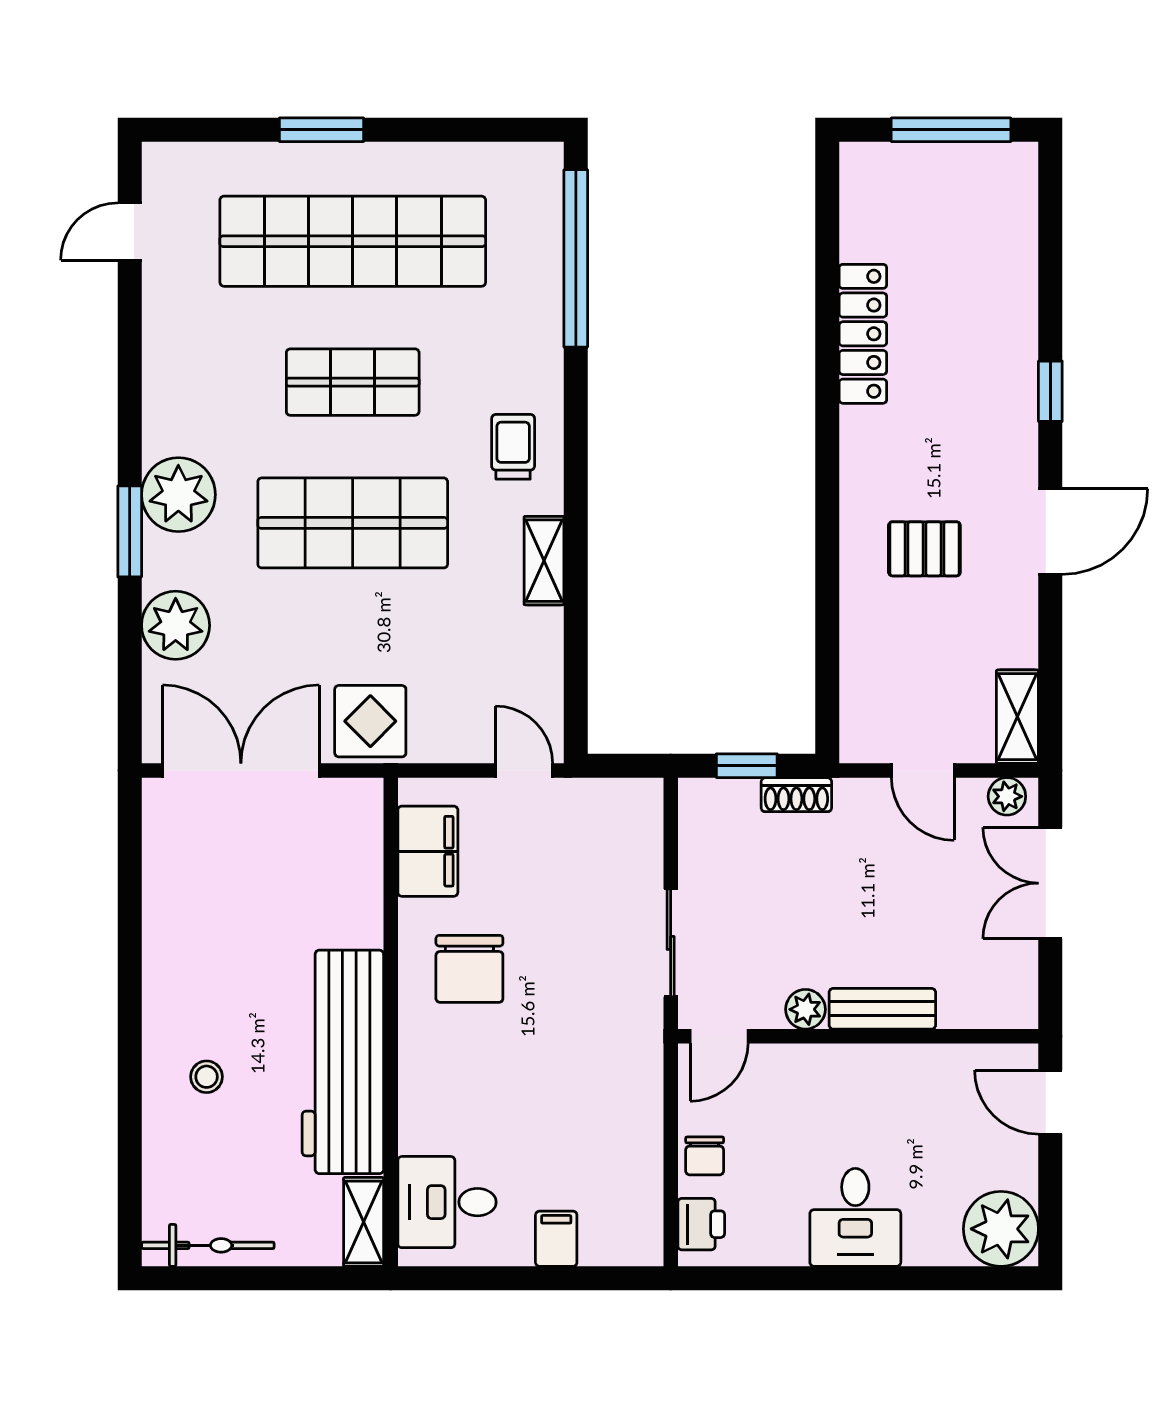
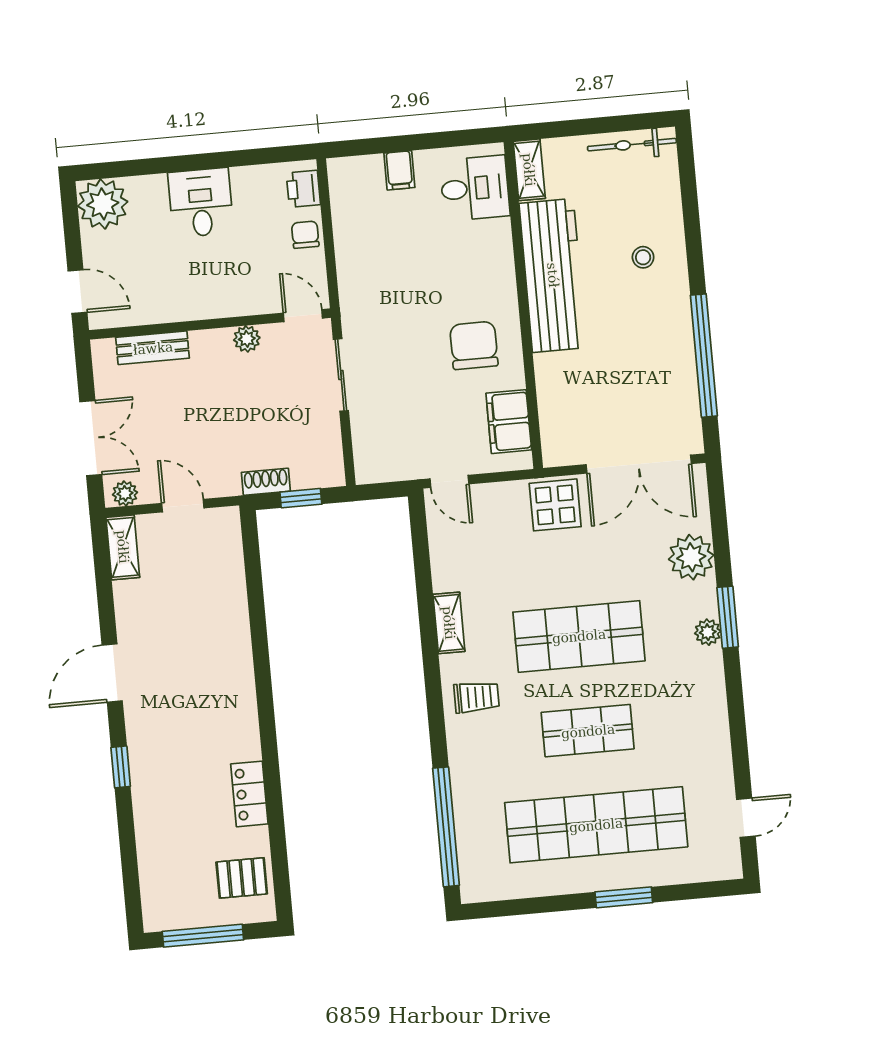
locker: (863, 334) -> (249, 794), width x0.66
trolley: (513, 447) -> (476, 697), turned -90
plant: (178, 495) -> (708, 632), width x0.53, depth x0.53
pallet: (924, 549) -> (242, 878), moved
window: (130, 923) -> (704, 356), added
bench: (882, 1009) -> (153, 348), moved
door: (719, 1036) -> (303, 316), hinge flipped

